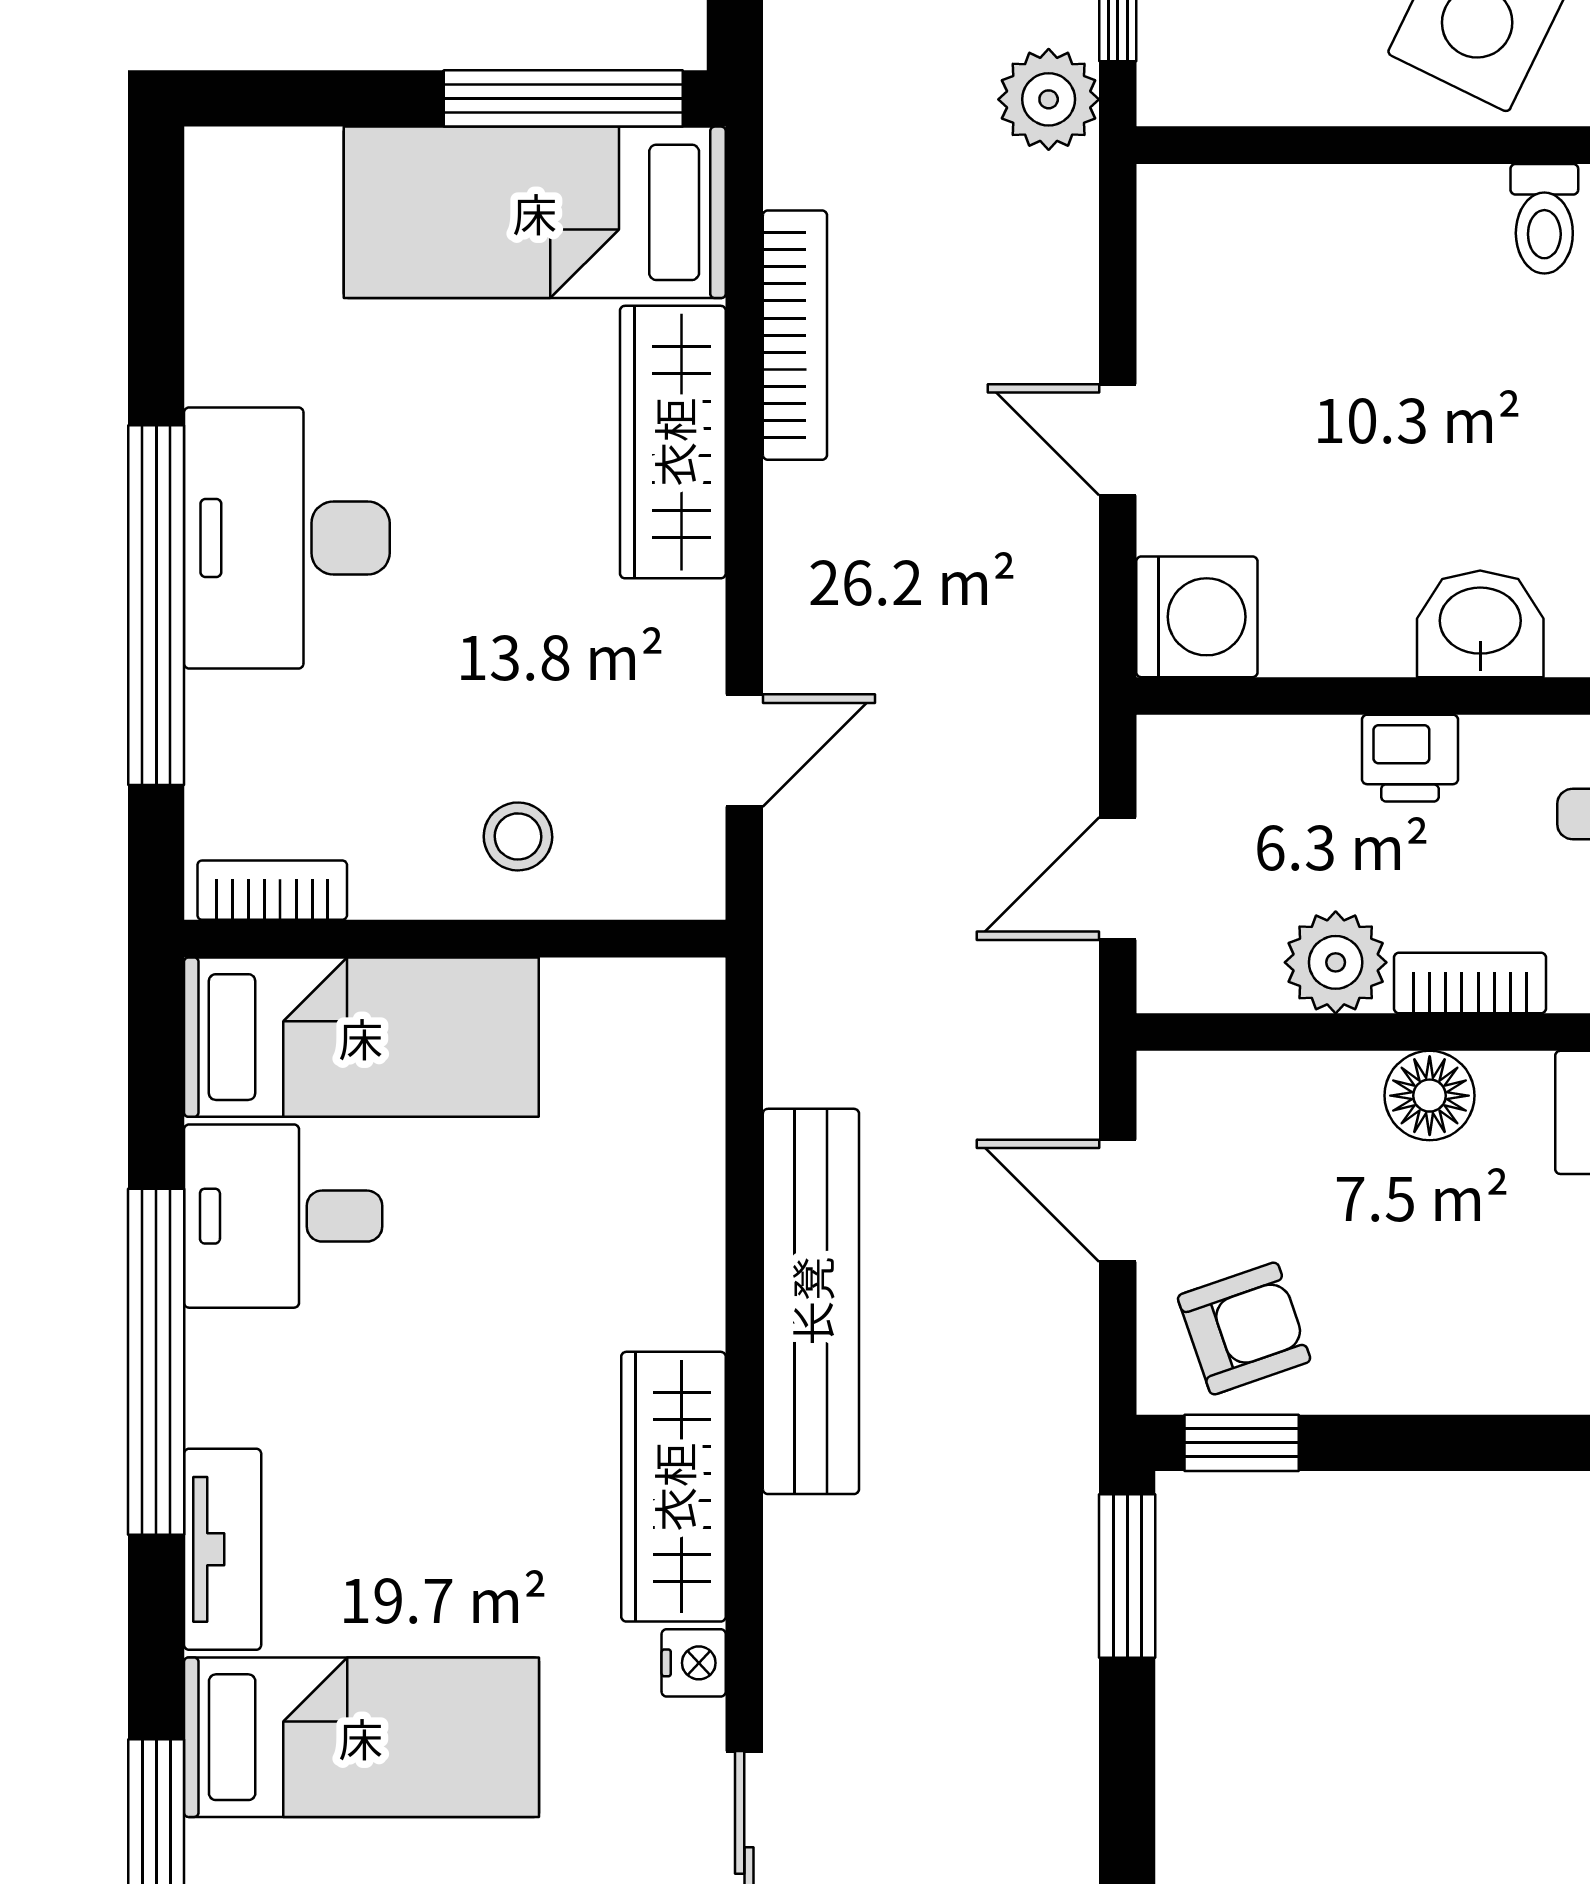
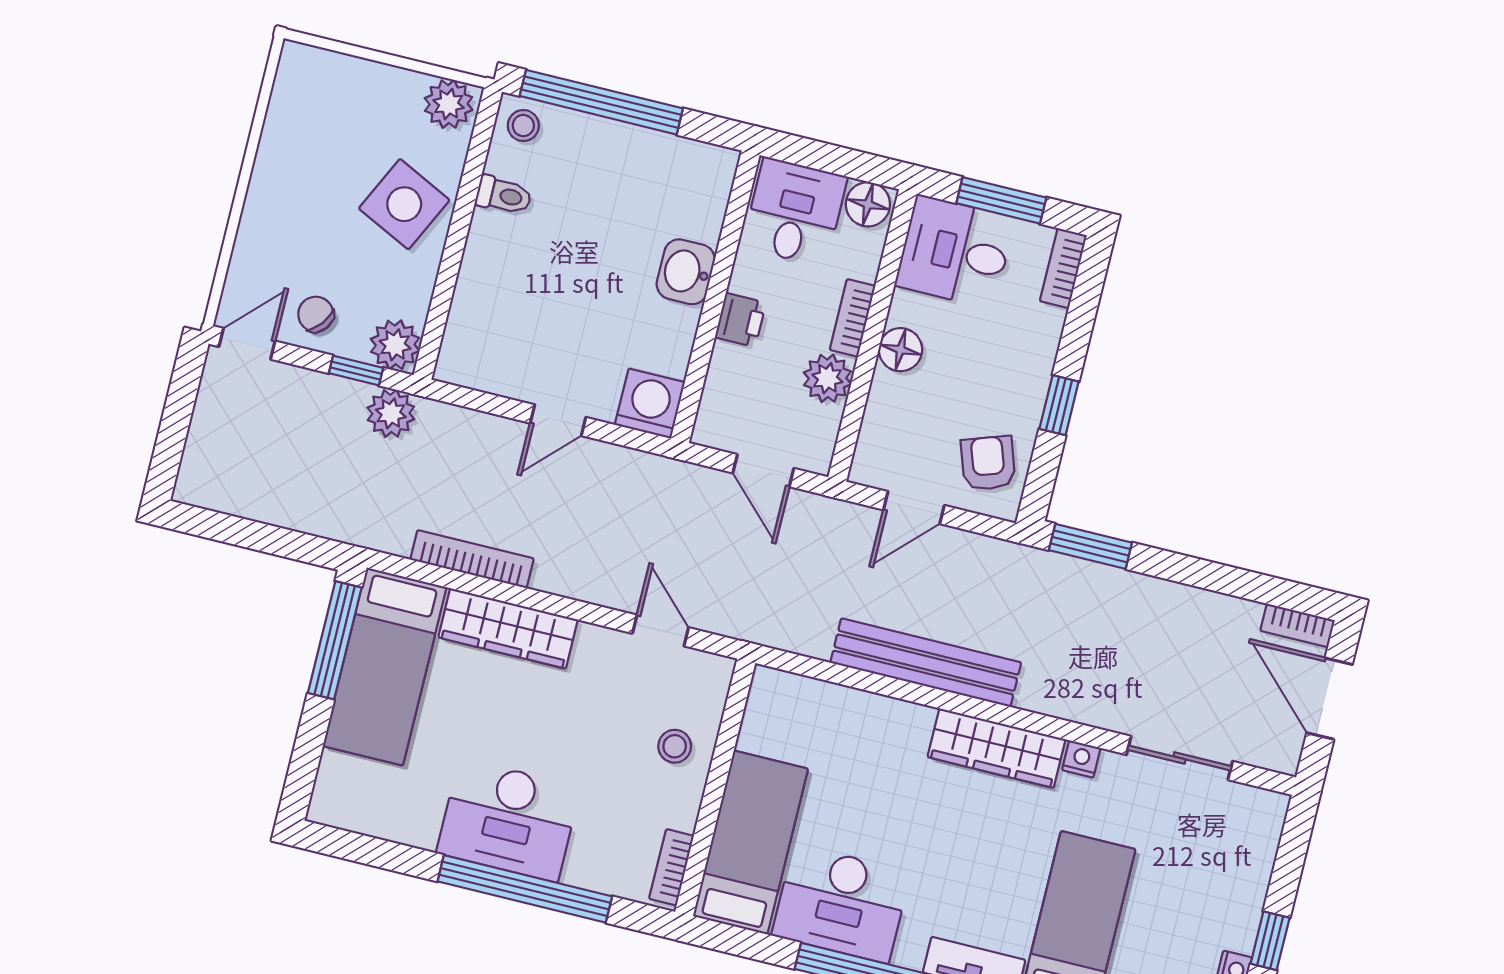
plant: (1189, 74) -> (395, 345), added
desk: (283, 1216) -> (841, 904), width x1.37
window: (1242, 1443) -> (1059, 405), moved

